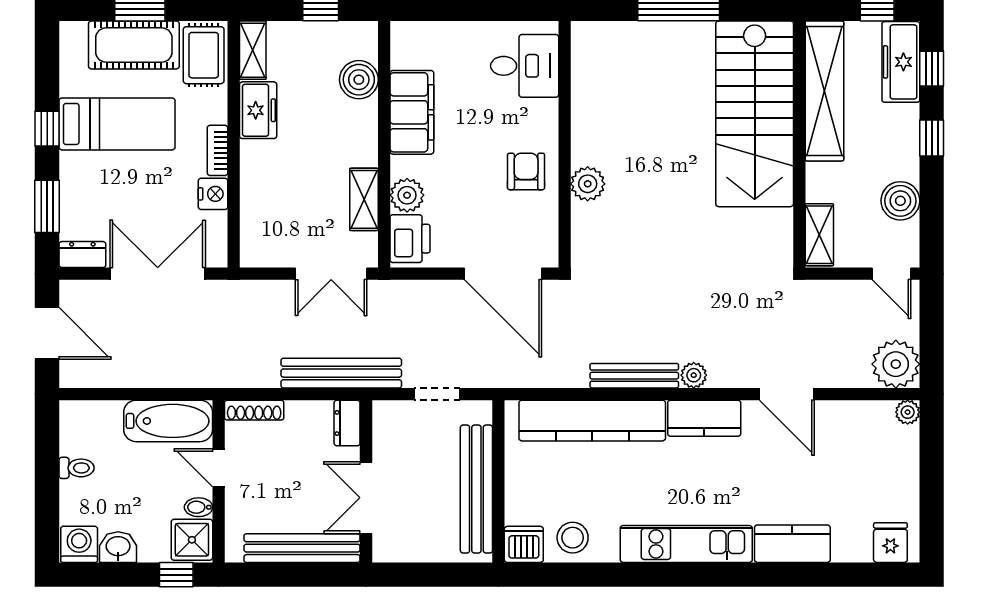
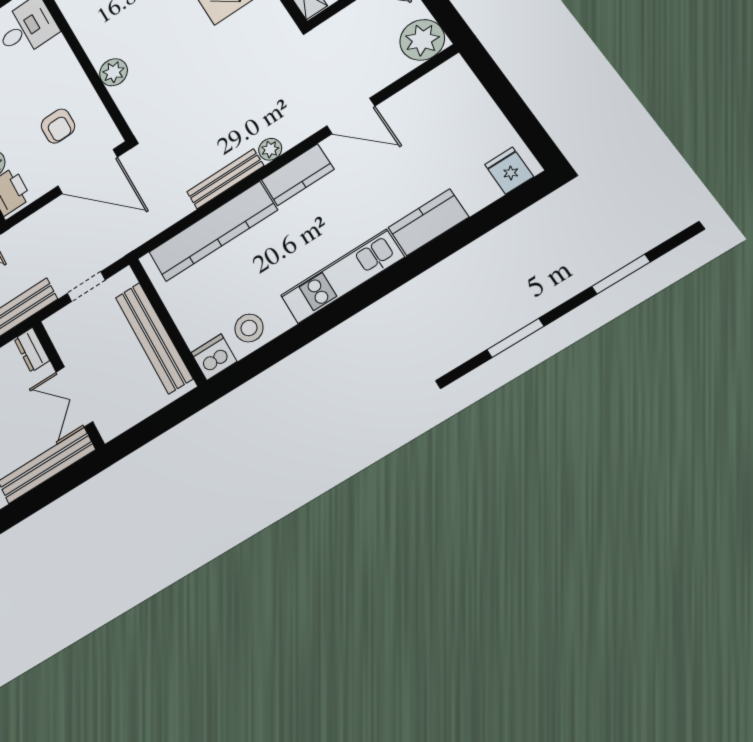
armchair: (526, 171) -> (58, 126), moved, turned 180
plant: (908, 412) -> (455, 67), removed

